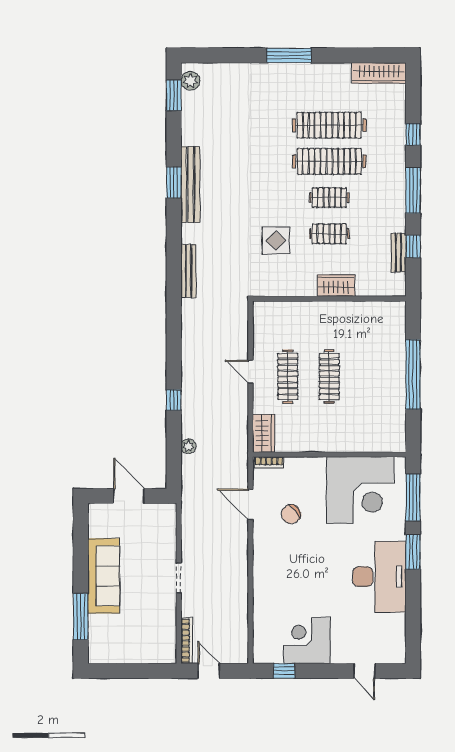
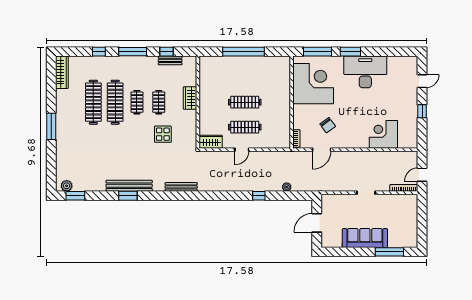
wardrobe: (264, 433) -> (211, 142), moved
corner desk: (307, 640) -> (383, 134), moved, turned 90
window: (284, 671) -> (422, 111), moved

